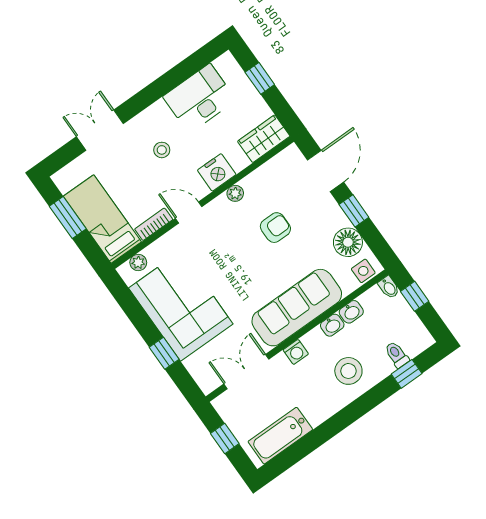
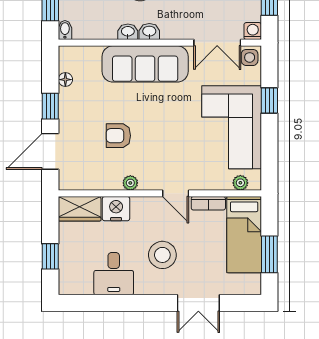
desk: (199, 98) -> (114, 274), width x0.73
stool: (162, 150) -> (162, 255), width x1.89, depth x1.89
nightstand: (217, 172) -> (116, 209), moved
floor lamp: (348, 242) -> (65, 80), width x0.53, depth x0.53
side table: (363, 271) -> (250, 57), moved
washbasin: (351, 312) -> (149, 32), moved
washing machine: (296, 352) -> (253, 31), moved

